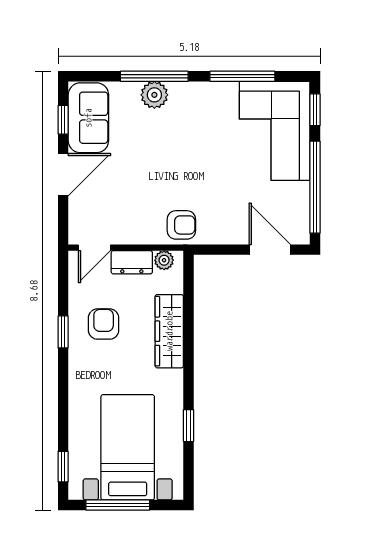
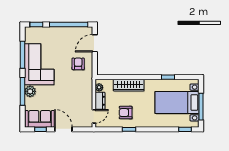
corner sofa: (275, 131) -> (39, 64), moved, turned -90
armchair: (181, 225) -> (78, 64), moved
door: (94, 248) -> (94, 116), hinge flipped

